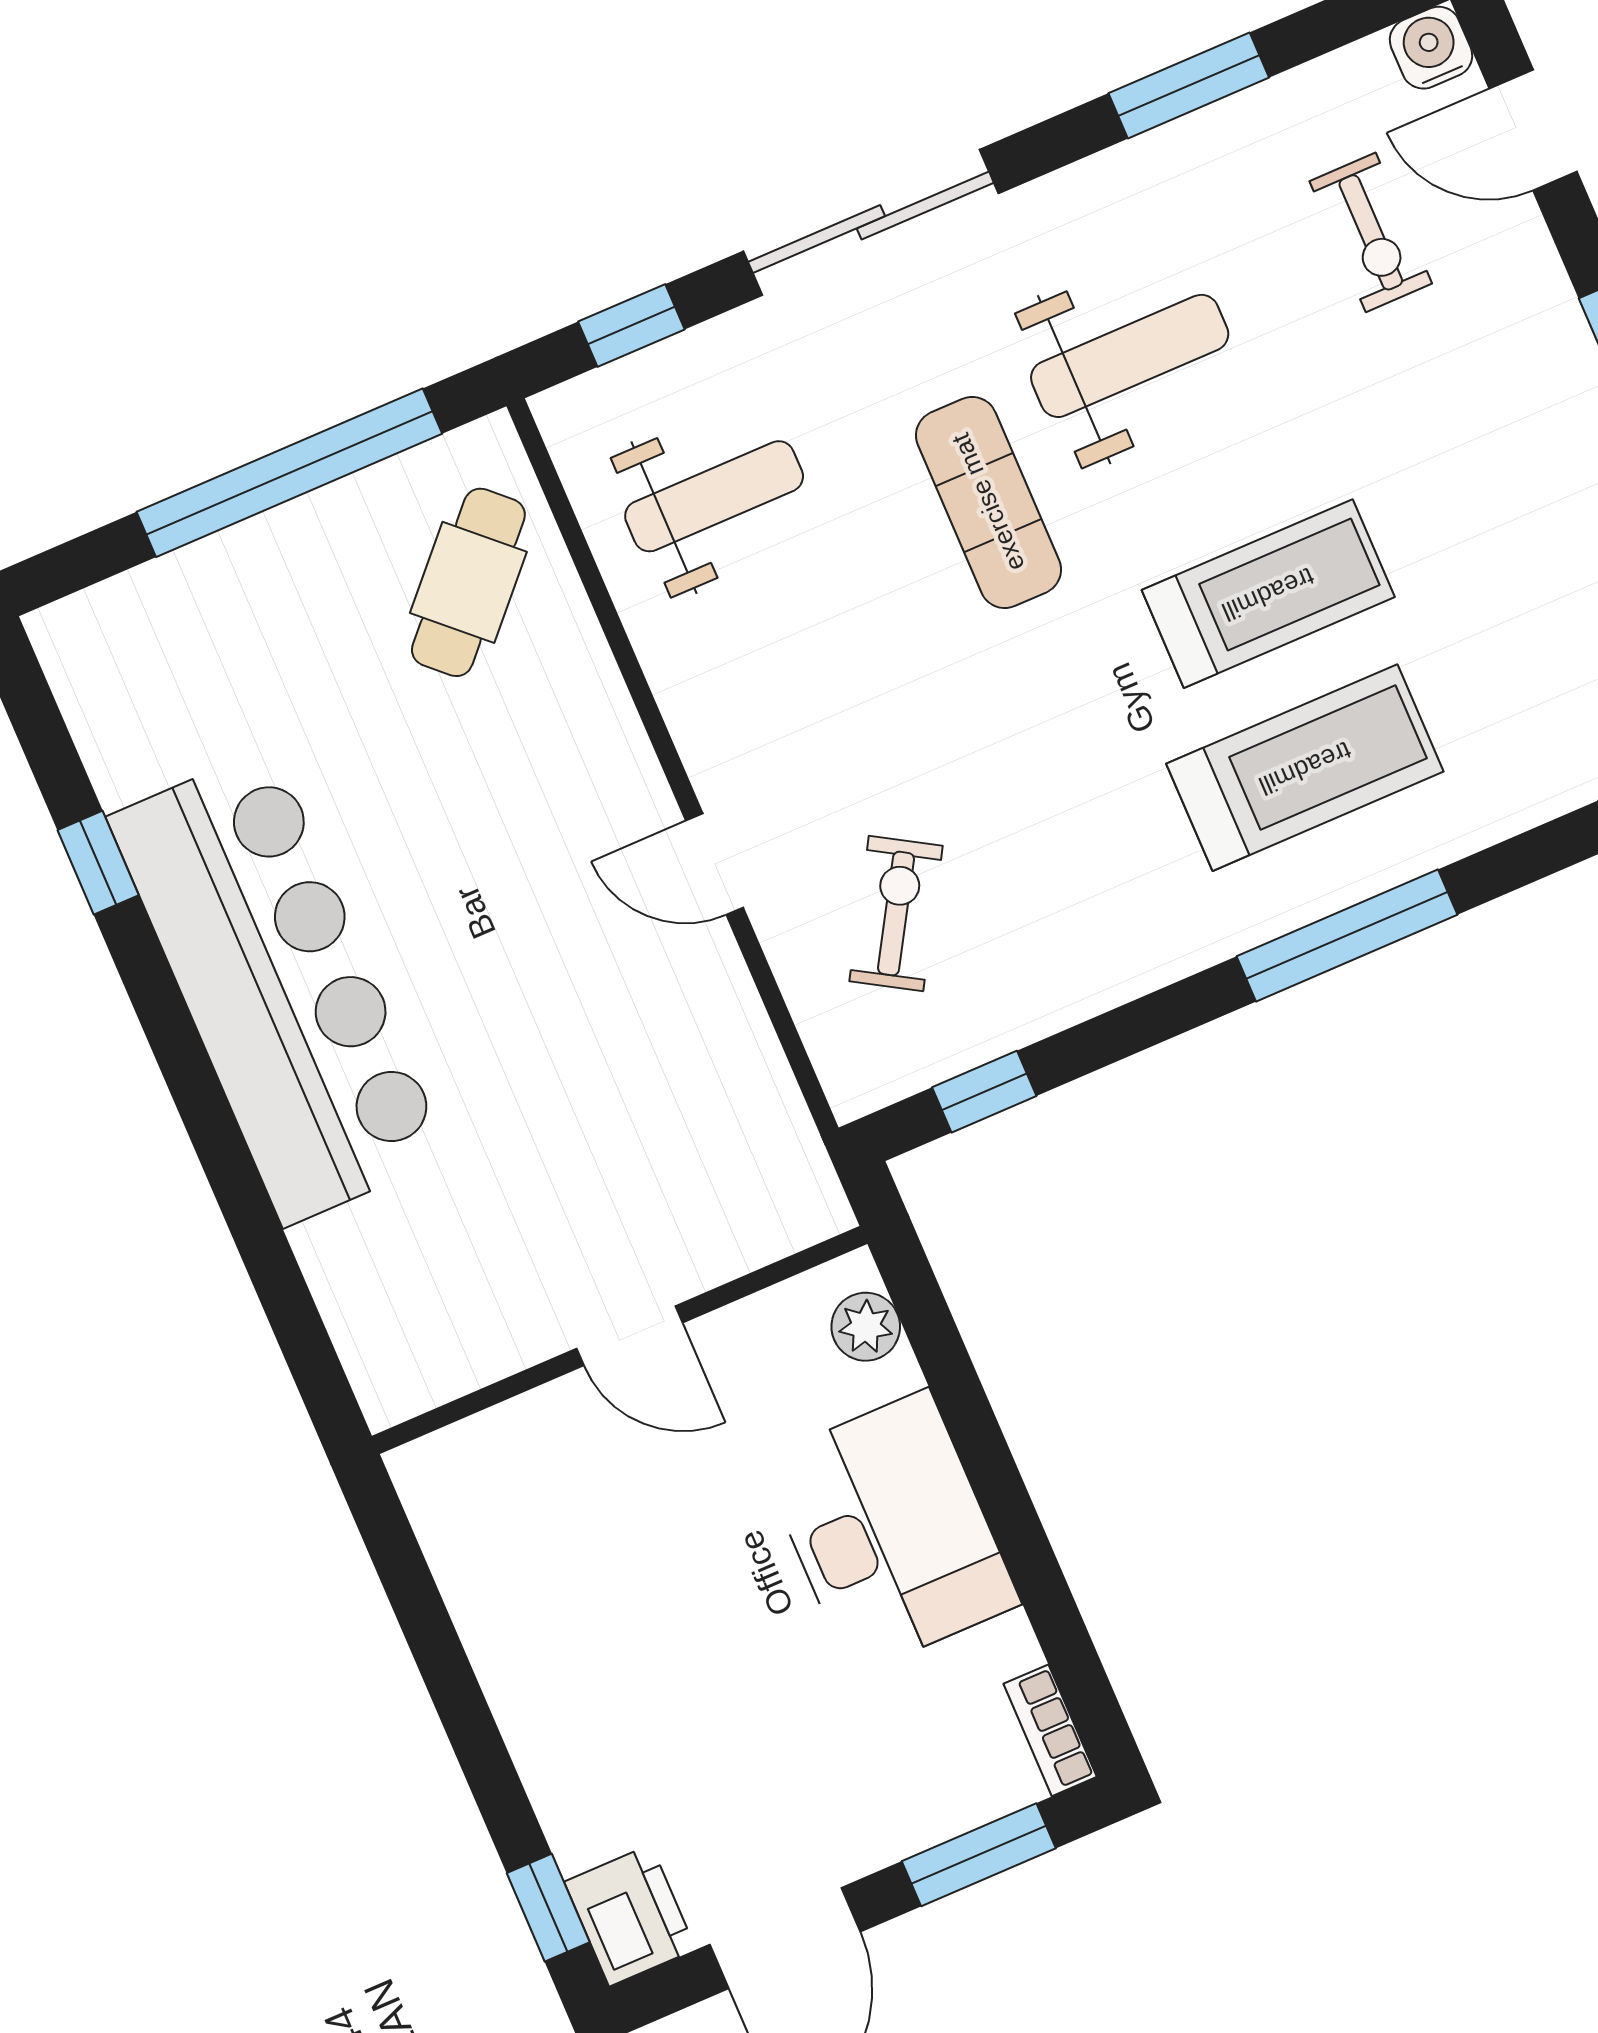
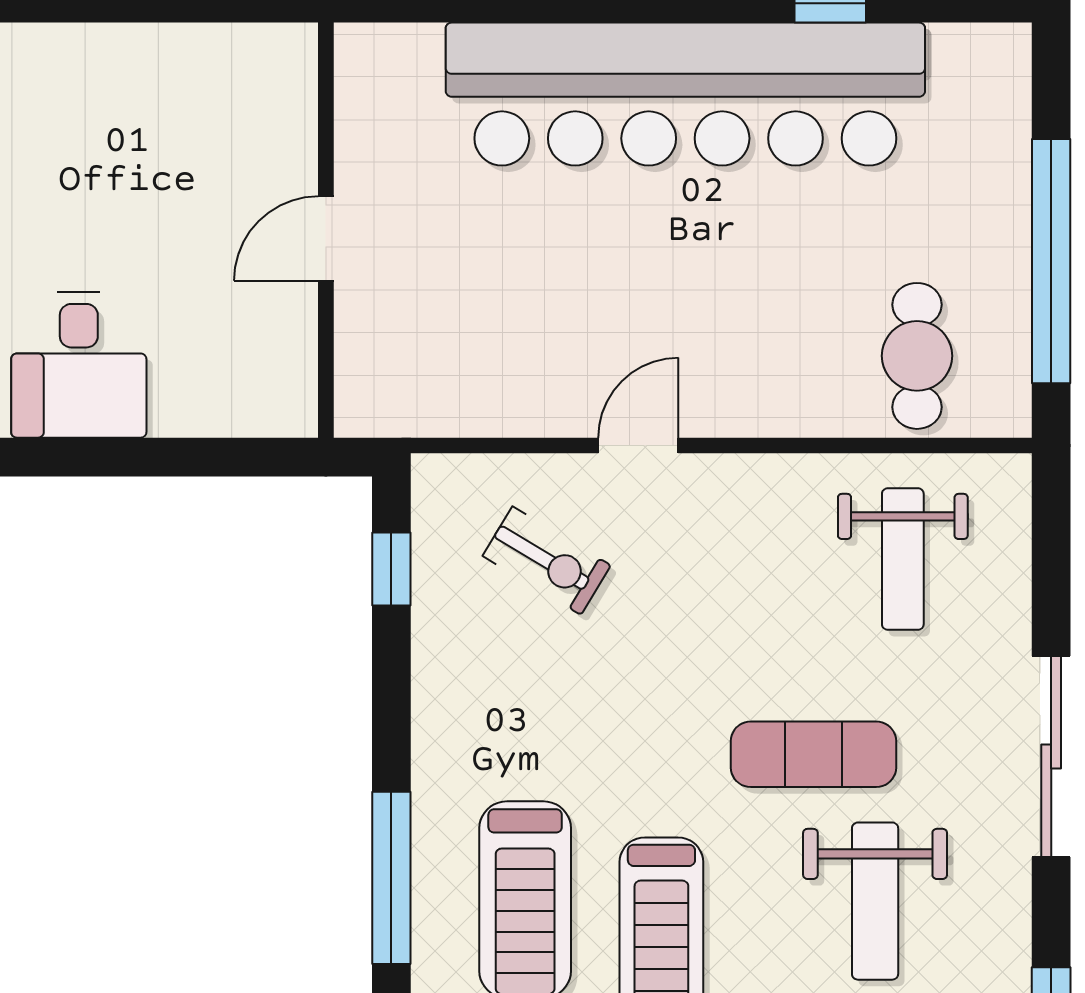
window: (631, 325) -> (1051, 552), removed
cafe table: (468, 582) -> (917, 356), turned 47
bar counter: (278, 987) -> (685, 94), width x1.36
plant: (866, 1327) -> (259, 411), removed
desk: (890, 1532) -> (79, 365), width x0.73

